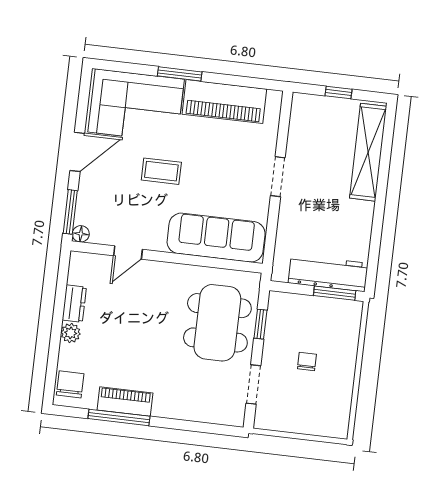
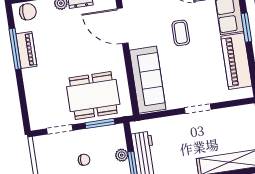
door: (128, 253) -> (123, 26), width x1.87
plant: (315, 305) -> (122, 155), added
window: (260, 324) -> (100, 123), width x1.50

